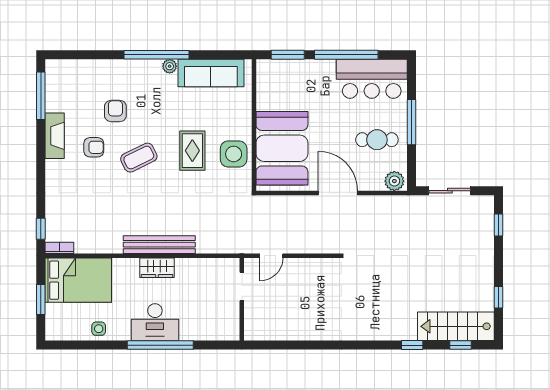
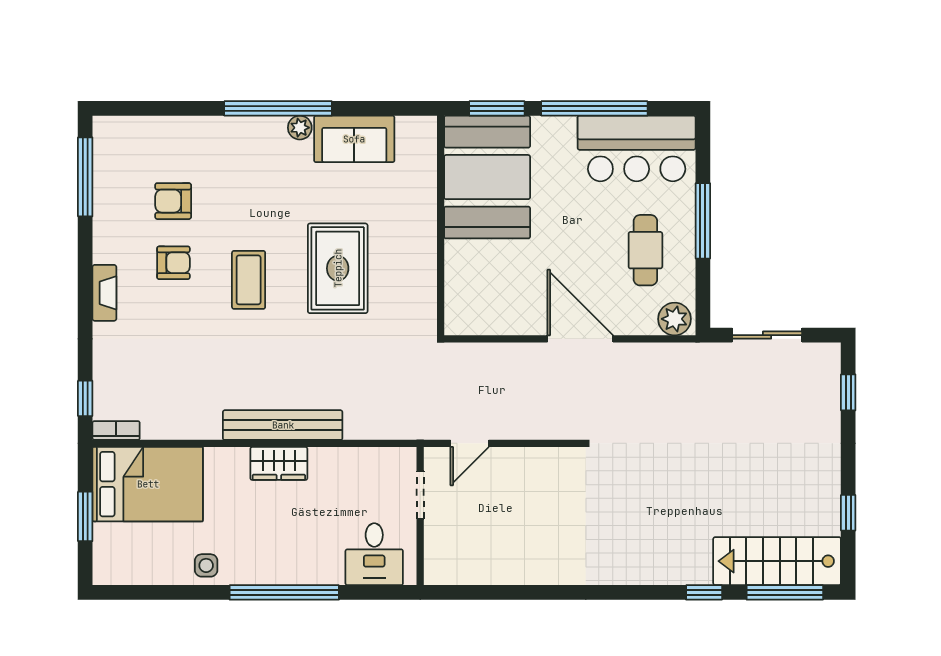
sofa: (211, 73) -> (354, 139), width x0.73
armchair: (115, 111) -> (173, 201), moved, turned -90
fireplace: (55, 136) -> (104, 293), moved, width x0.73, depth x0.76
cafe table: (377, 140) -> (645, 250), turned 90
booth: (282, 148) -> (487, 177), moved
rug: (192, 151) -> (338, 268), width x1.36, depth x1.43
side table: (234, 154) -> (406, 274), removed
coffee table: (139, 158) -> (249, 280), turned -64
desk: (155, 322) -> (374, 554), moved, width x0.73
side table: (99, 329) -> (206, 565), moved
window: (461, 345) -> (785, 592), width x2.17

